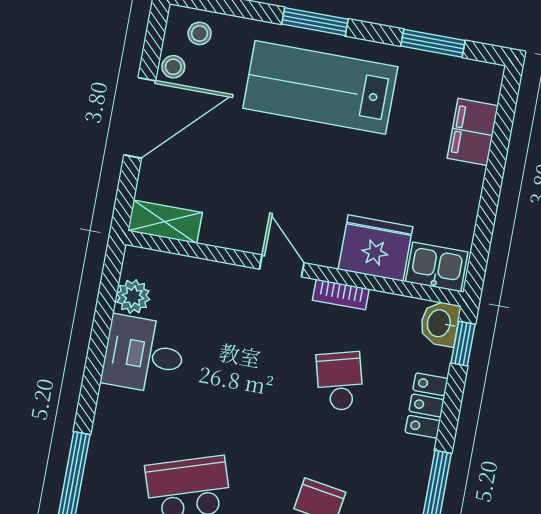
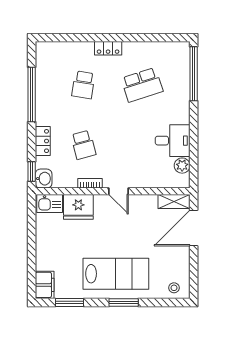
stool: (173, 67) -> (183, 271), removed
door: (140, 118) -> (194, 228), moved
filing cabinet: (473, 132) -> (45, 285), moved

